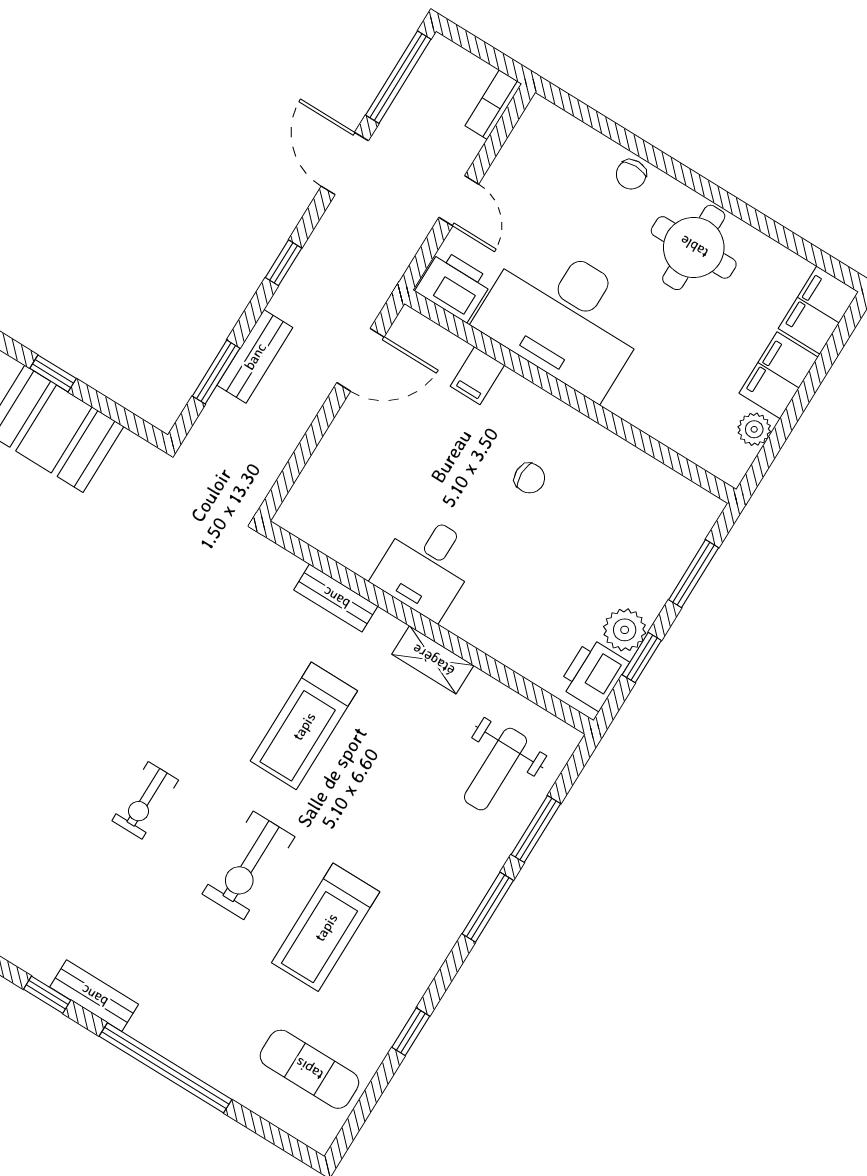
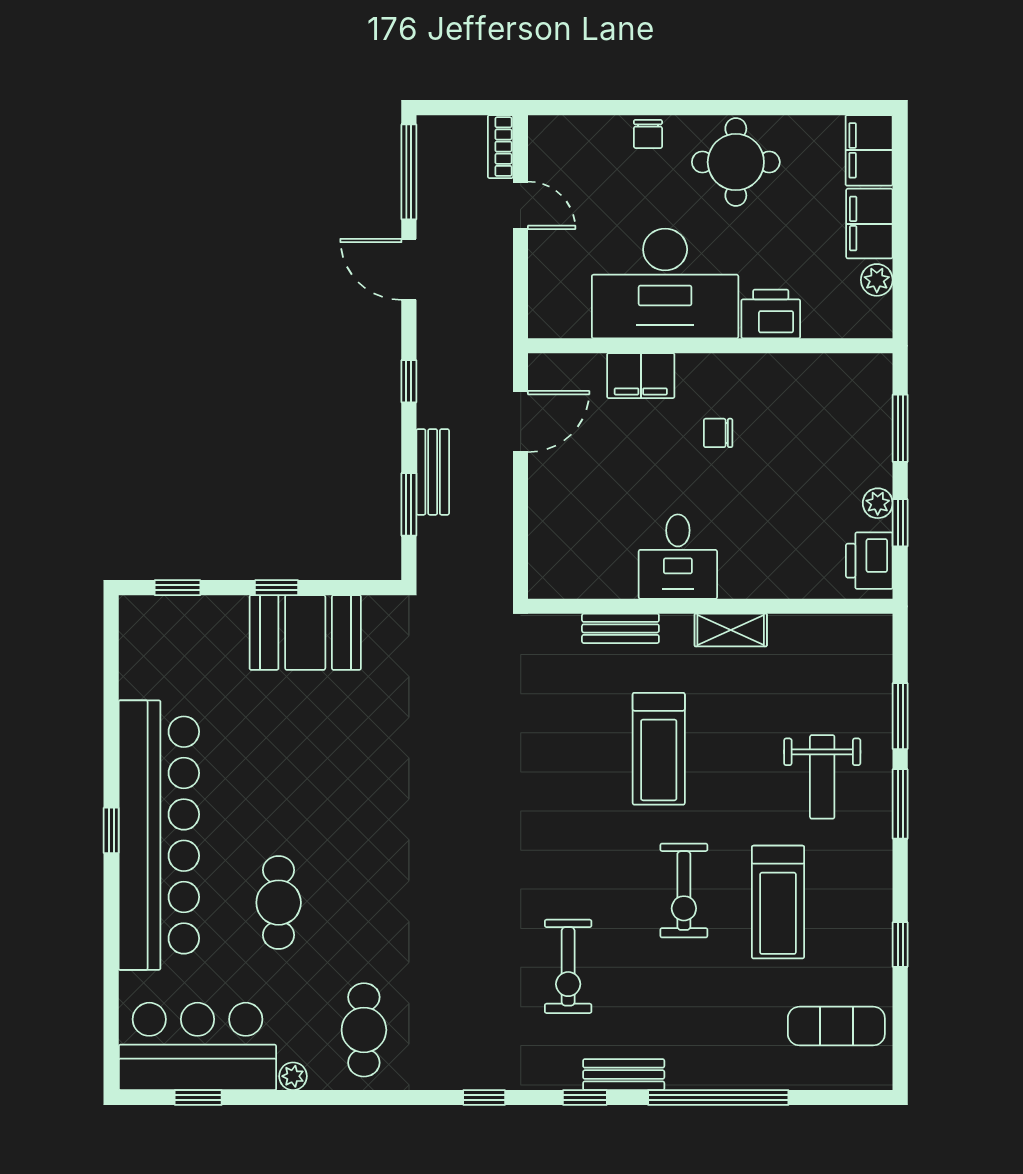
door: (459, 201) -> (521, 205), moved
printer: (454, 286) -> (771, 314), moved
filing cabinet: (477, 376) -> (641, 376), width x2.00
chair: (530, 478) -> (718, 433), turned 180
plant: (625, 630) -> (878, 503), width x0.73, depth x0.73
weight bench: (495, 769) -> (822, 777), moved
exercise bike: (145, 800) -> (568, 966), moved, width x1.38, depth x1.39

